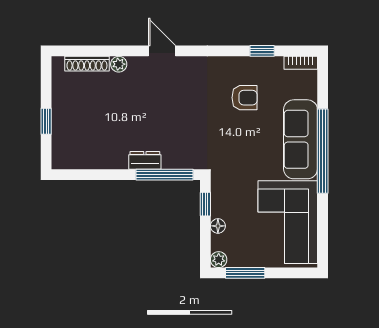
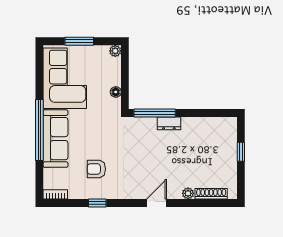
door: (162, 51) -> (157, 203), swing flipped
window: (262, 51) -> (97, 203), moved
window: (205, 204) -> (125, 91), removed
floor lamp: (218, 226) -> (116, 92), moved
window: (245, 273) -> (79, 41), moved

